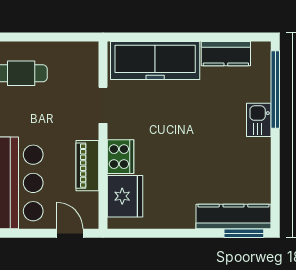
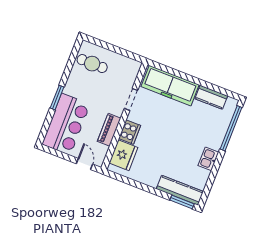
kitchen sink: (259, 120) -> (208, 159), moved

